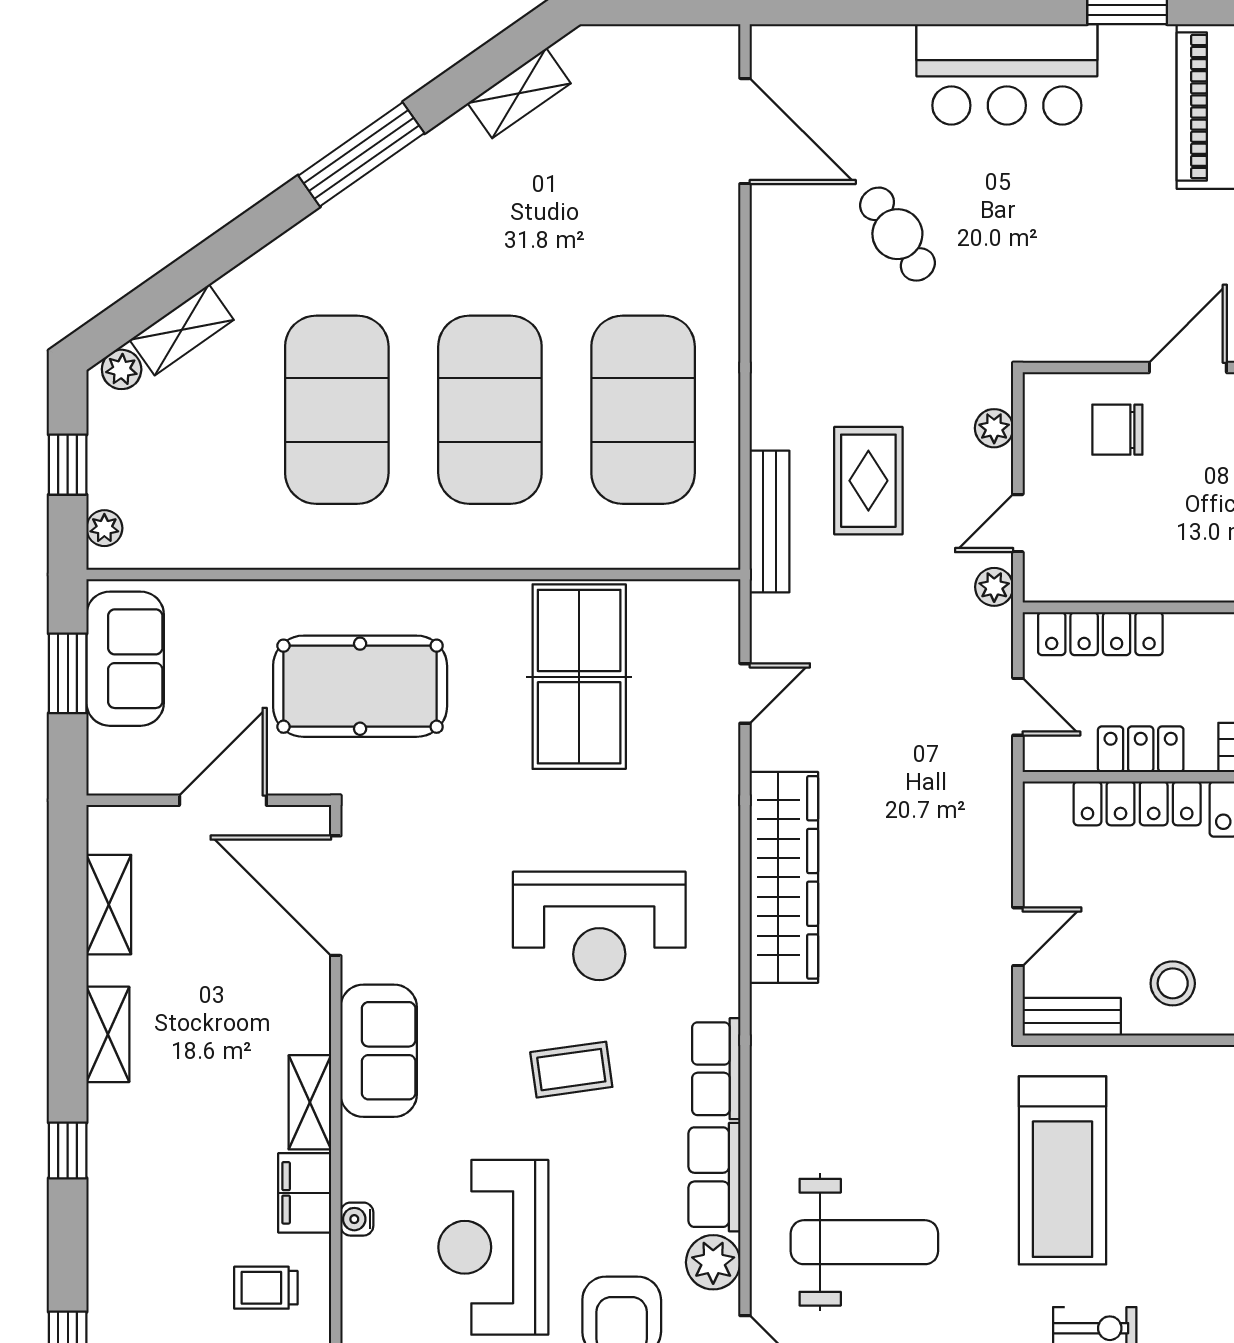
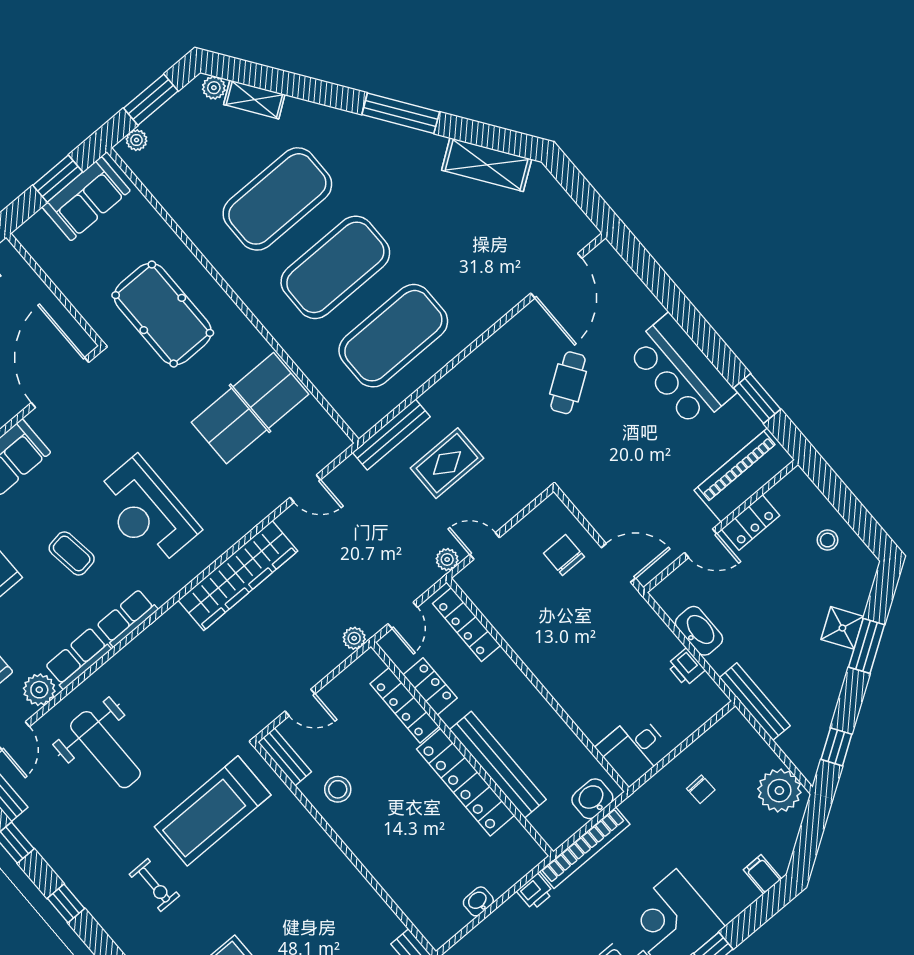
shelving: (519, 93) -> (487, 165), width x1.50, depth x1.33
plant: (994, 428) -> (354, 638), moved
window: (68, 465) -> (151, 100), width x1.50
door: (223, 800) -> (60, 296), removed

